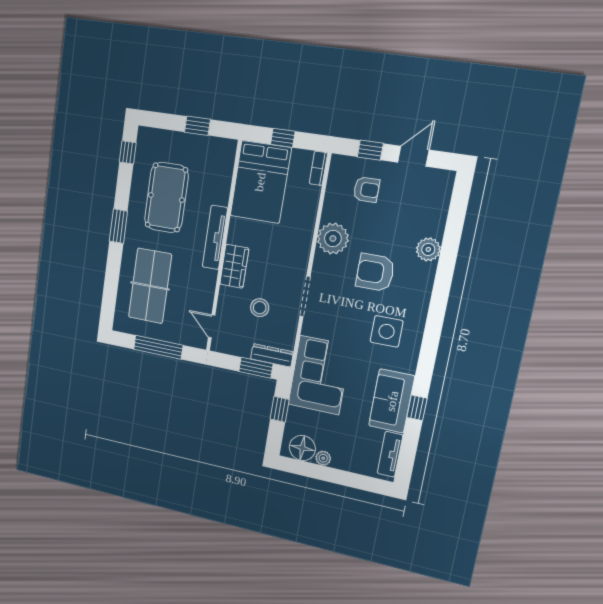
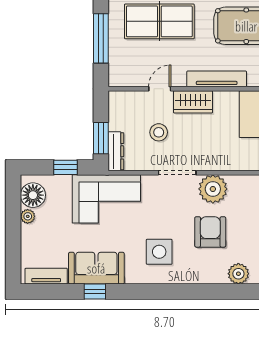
plant: (333, 239) -> (213, 189), moved
door: (212, 326) -> (160, 89), moved

